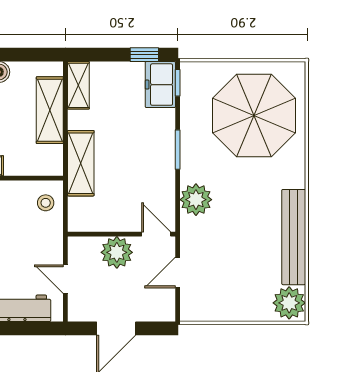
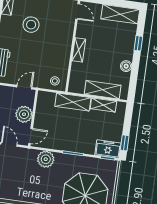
shelving: (78, 85) -> (103, 105), moved
door: (65, 279) -> (24, 87), moved

